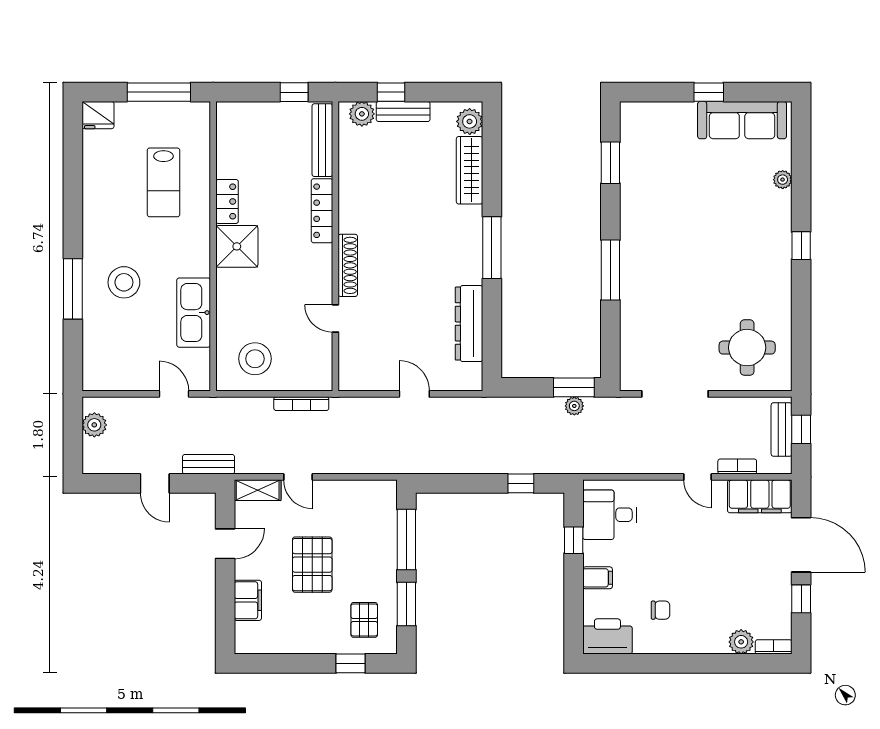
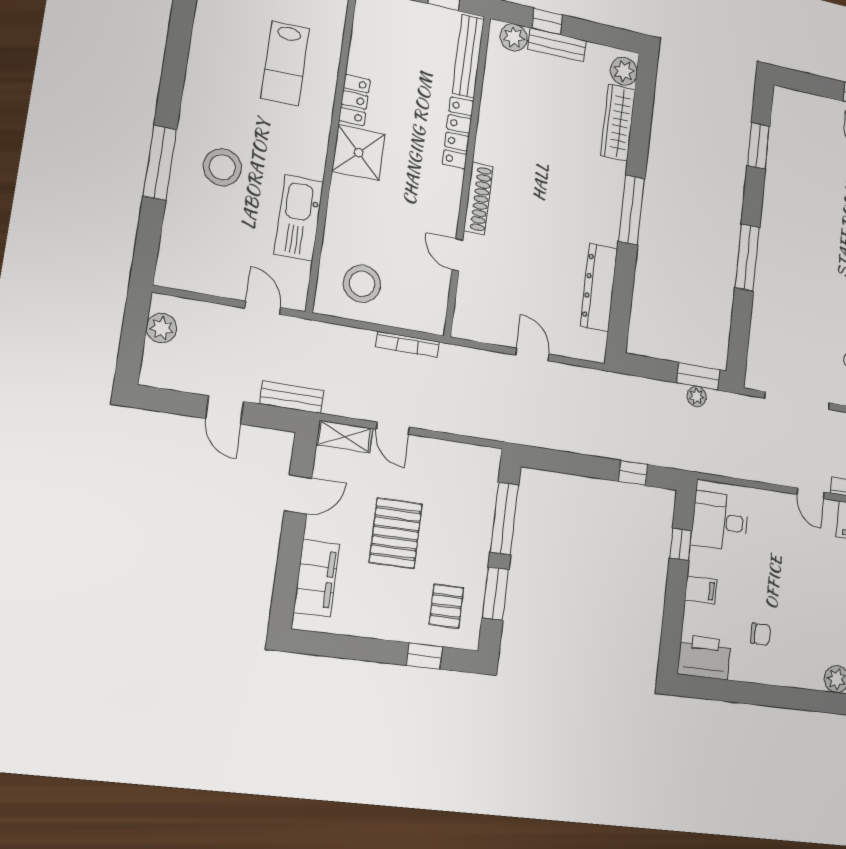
filing cabinet: (248, 600) -> (317, 578), width x1.50, depth x1.17

